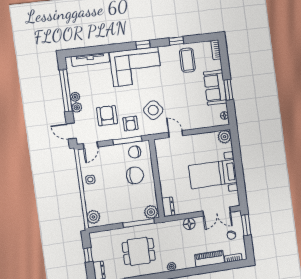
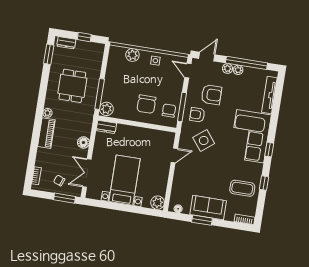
plant: (93, 217) -> (132, 55), moved
piano: (209, 259) -> (46, 133), moved

